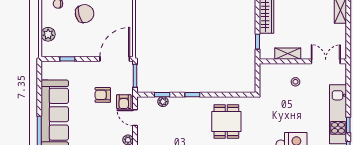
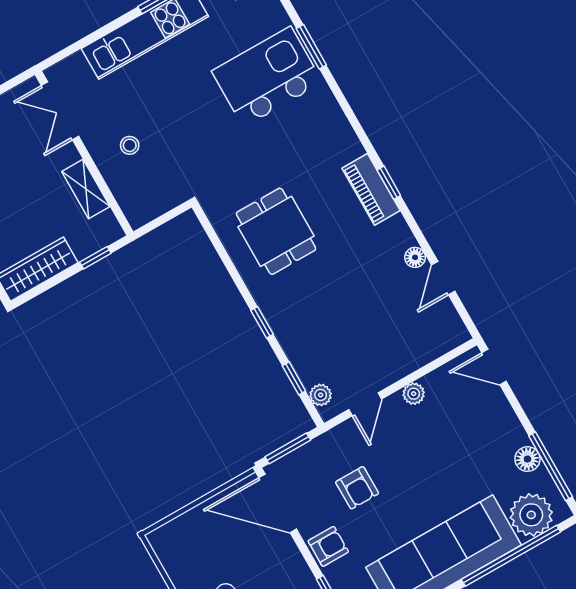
armchair: (124, 102) -> (328, 546), moved
plant: (163, 102) -> (321, 395), moved
dining table: (226, 122) -> (276, 231), turned 90

